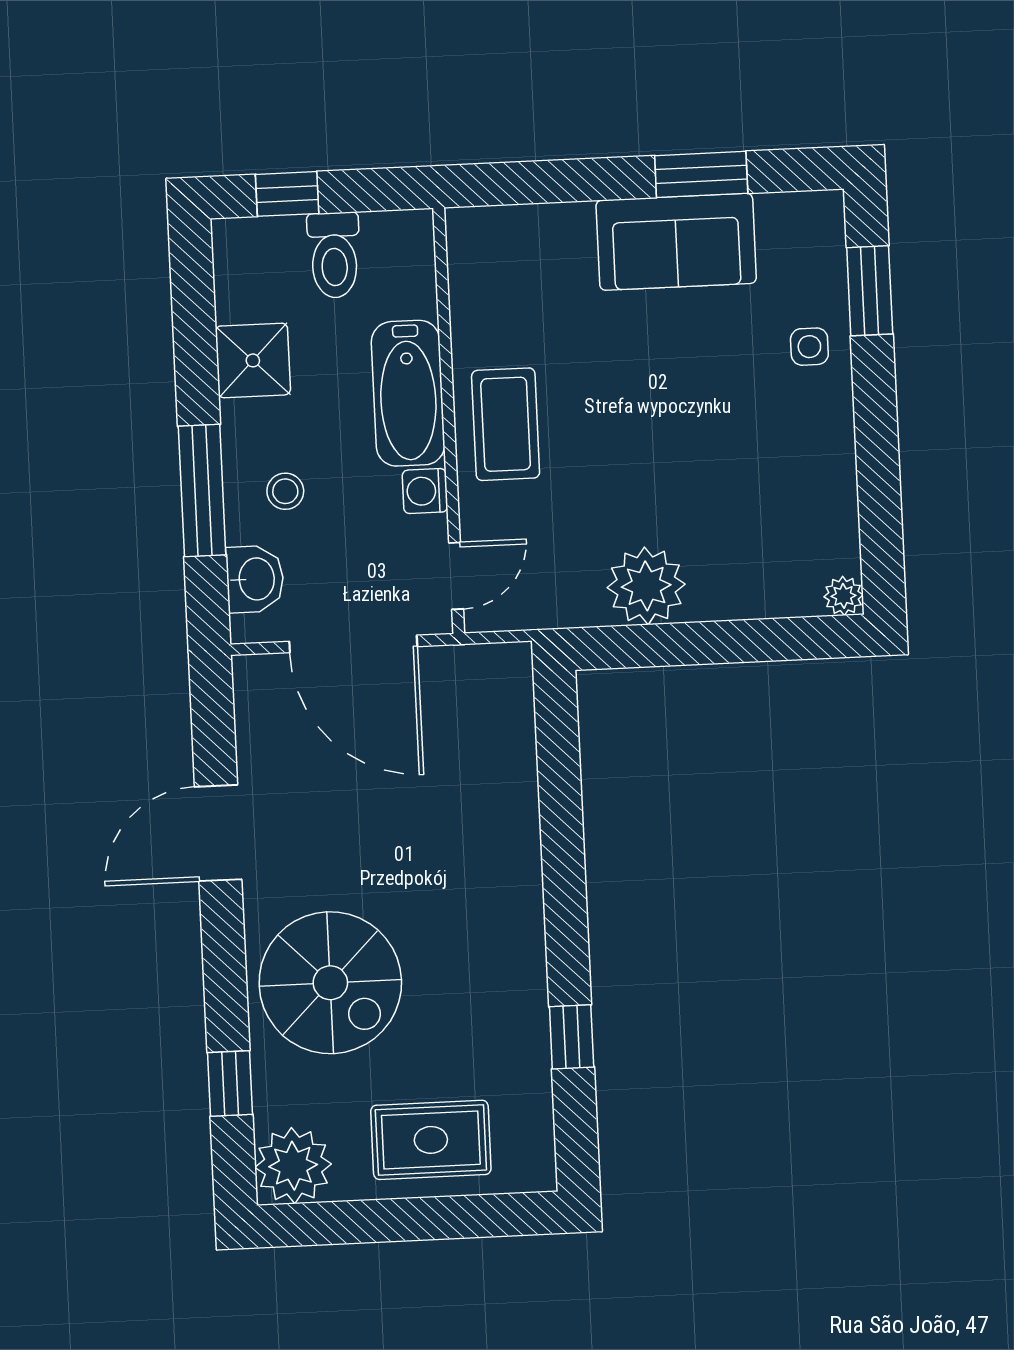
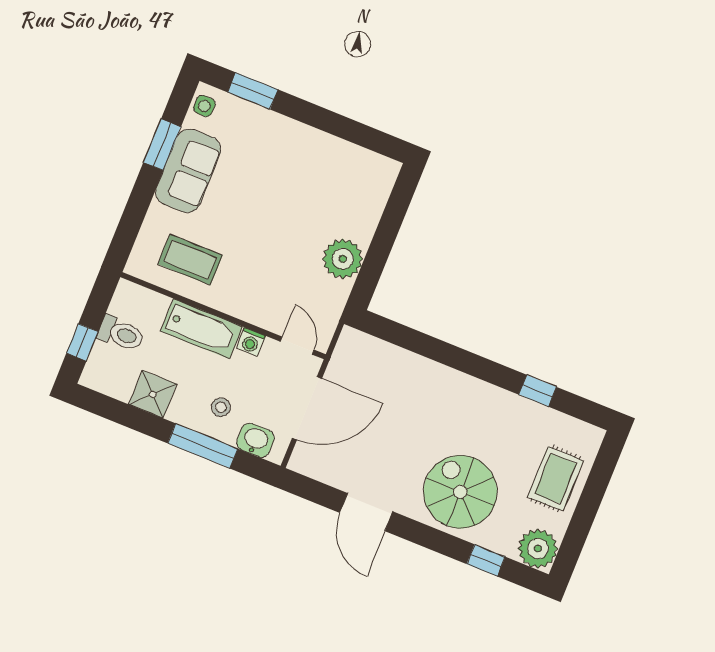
side table: (809, 347) -> (204, 106), moved
coffee table: (506, 424) -> (190, 260), moved
plant: (844, 596) -> (390, 169), removed
spiral stairs: (330, 983) -> (460, 492), turned -90

